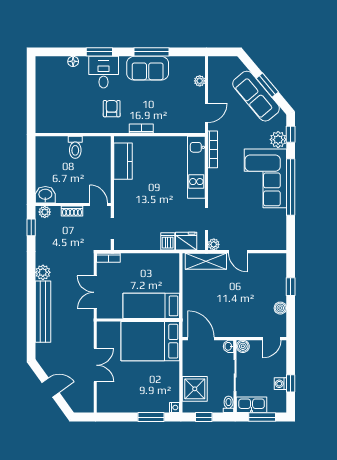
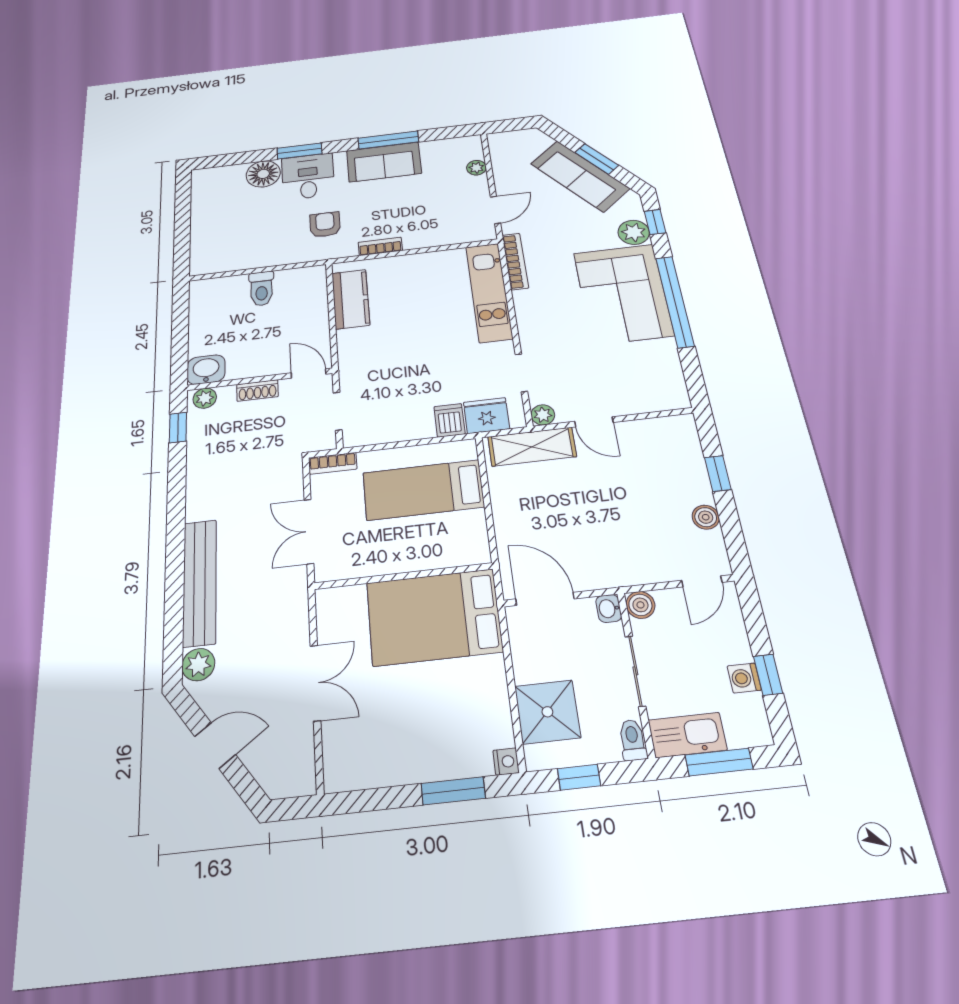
floor lamp: (73, 61) -> (263, 174), width x1.89, depth x1.89
plant: (43, 272) -> (198, 665), moved
bed: (151, 306) -> (423, 490), moved

